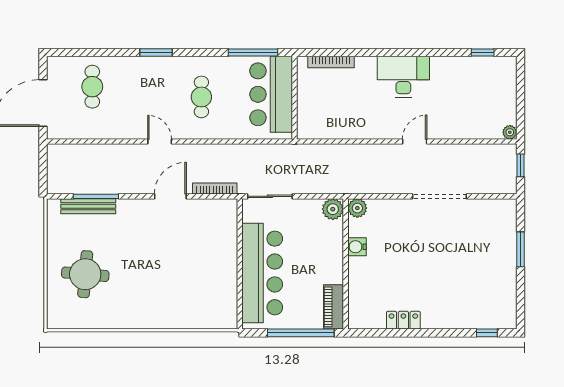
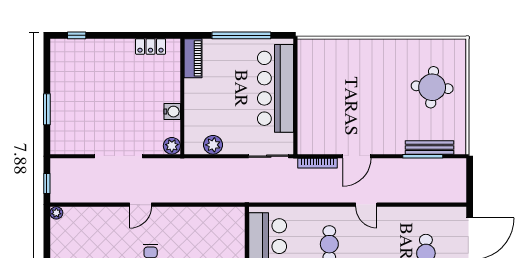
plant: (357, 208) -> (172, 146), moved
water cooler: (357, 247) -> (172, 112), moved
wall: (346, 264) -> (182, 96), moved
piano: (333, 307) -> (193, 58), moved

